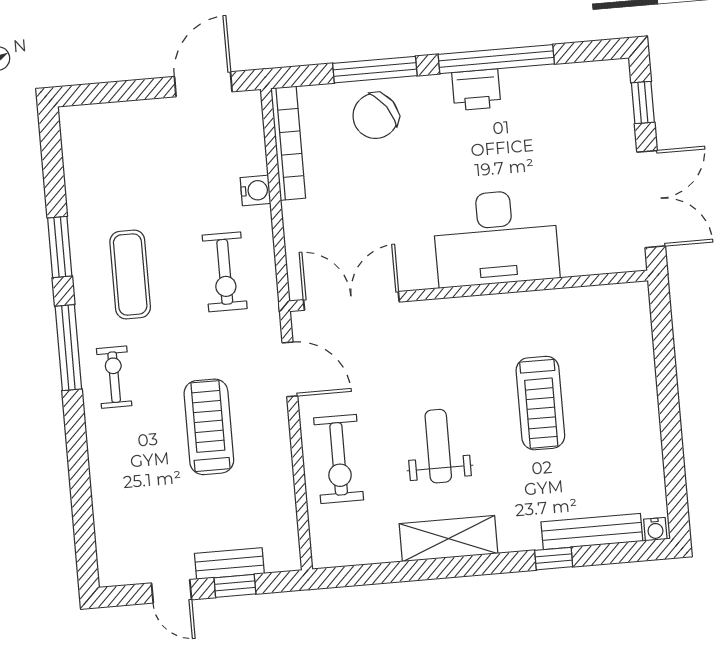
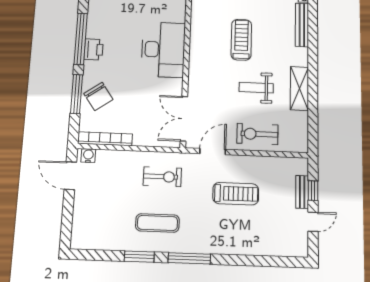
water cooler: (255, 190) -> (88, 156), moved
exercise bike: (114, 377) -> (206, 237), removed
treadmill: (540, 403) -> (241, 40), turned -90
treadmill: (209, 427) -> (236, 194), turned 180
exercise bike: (339, 459) -> (257, 134), turned 180
window: (554, 559) -> (313, 43), removed

